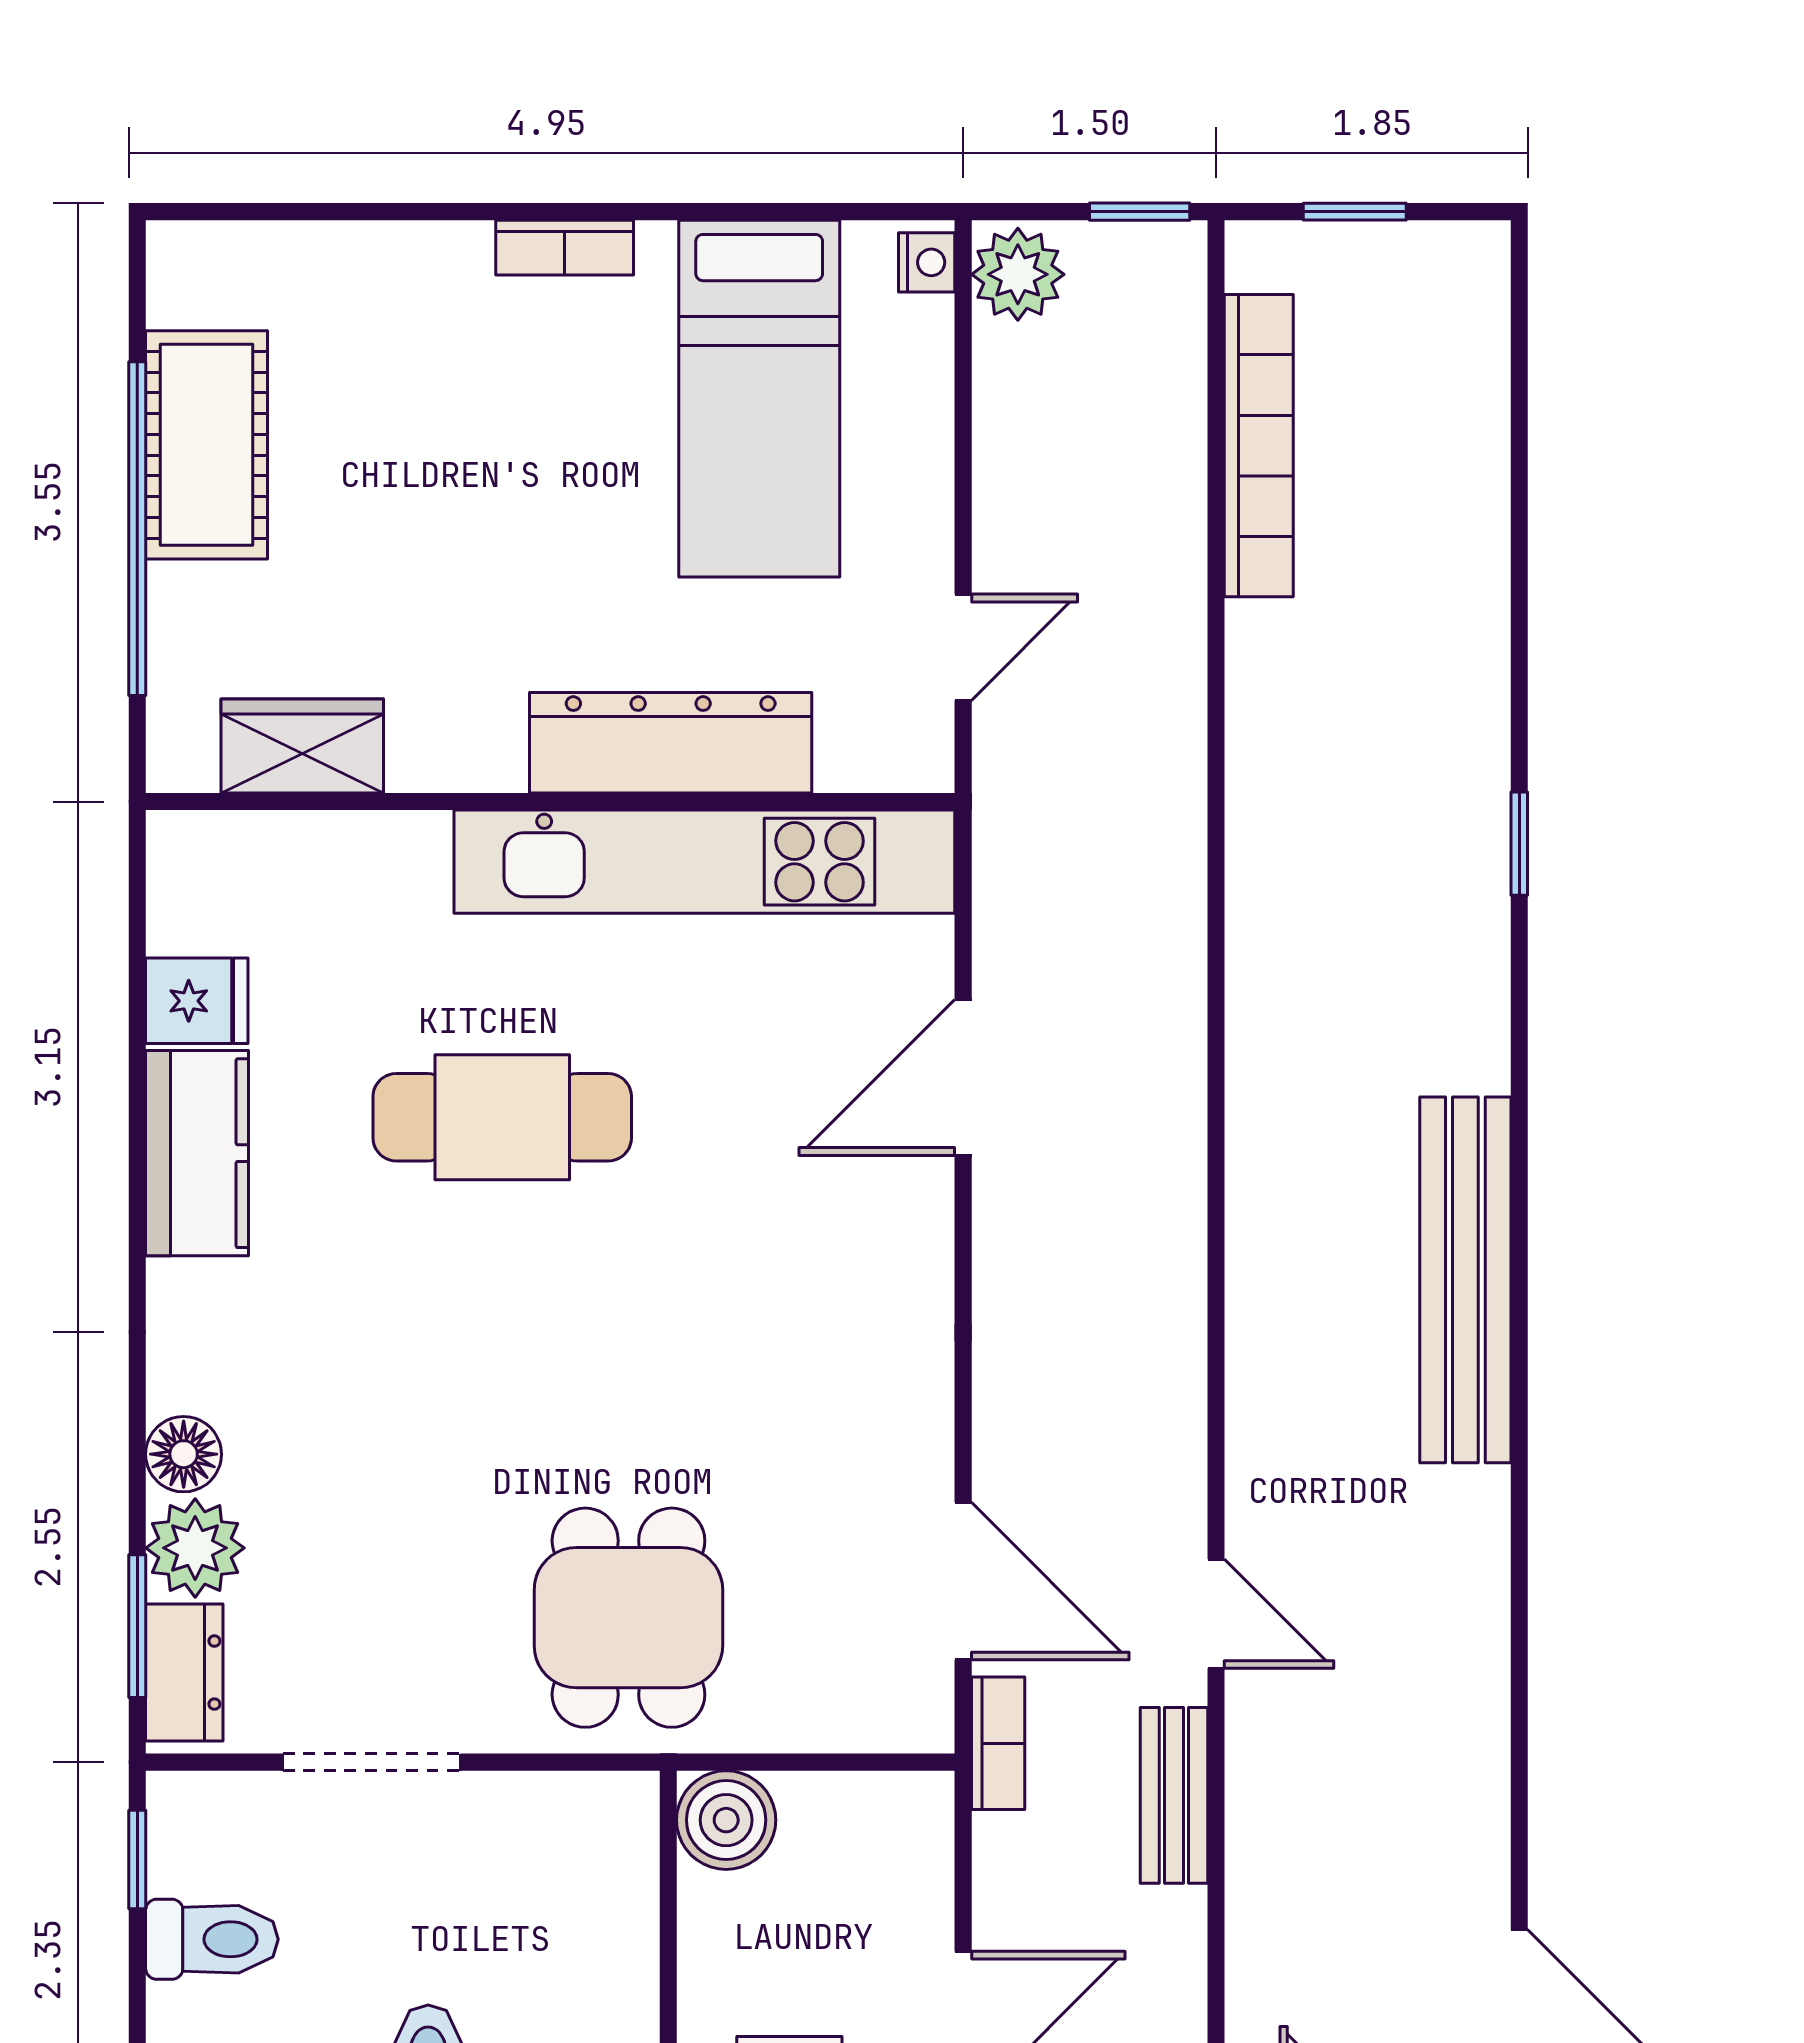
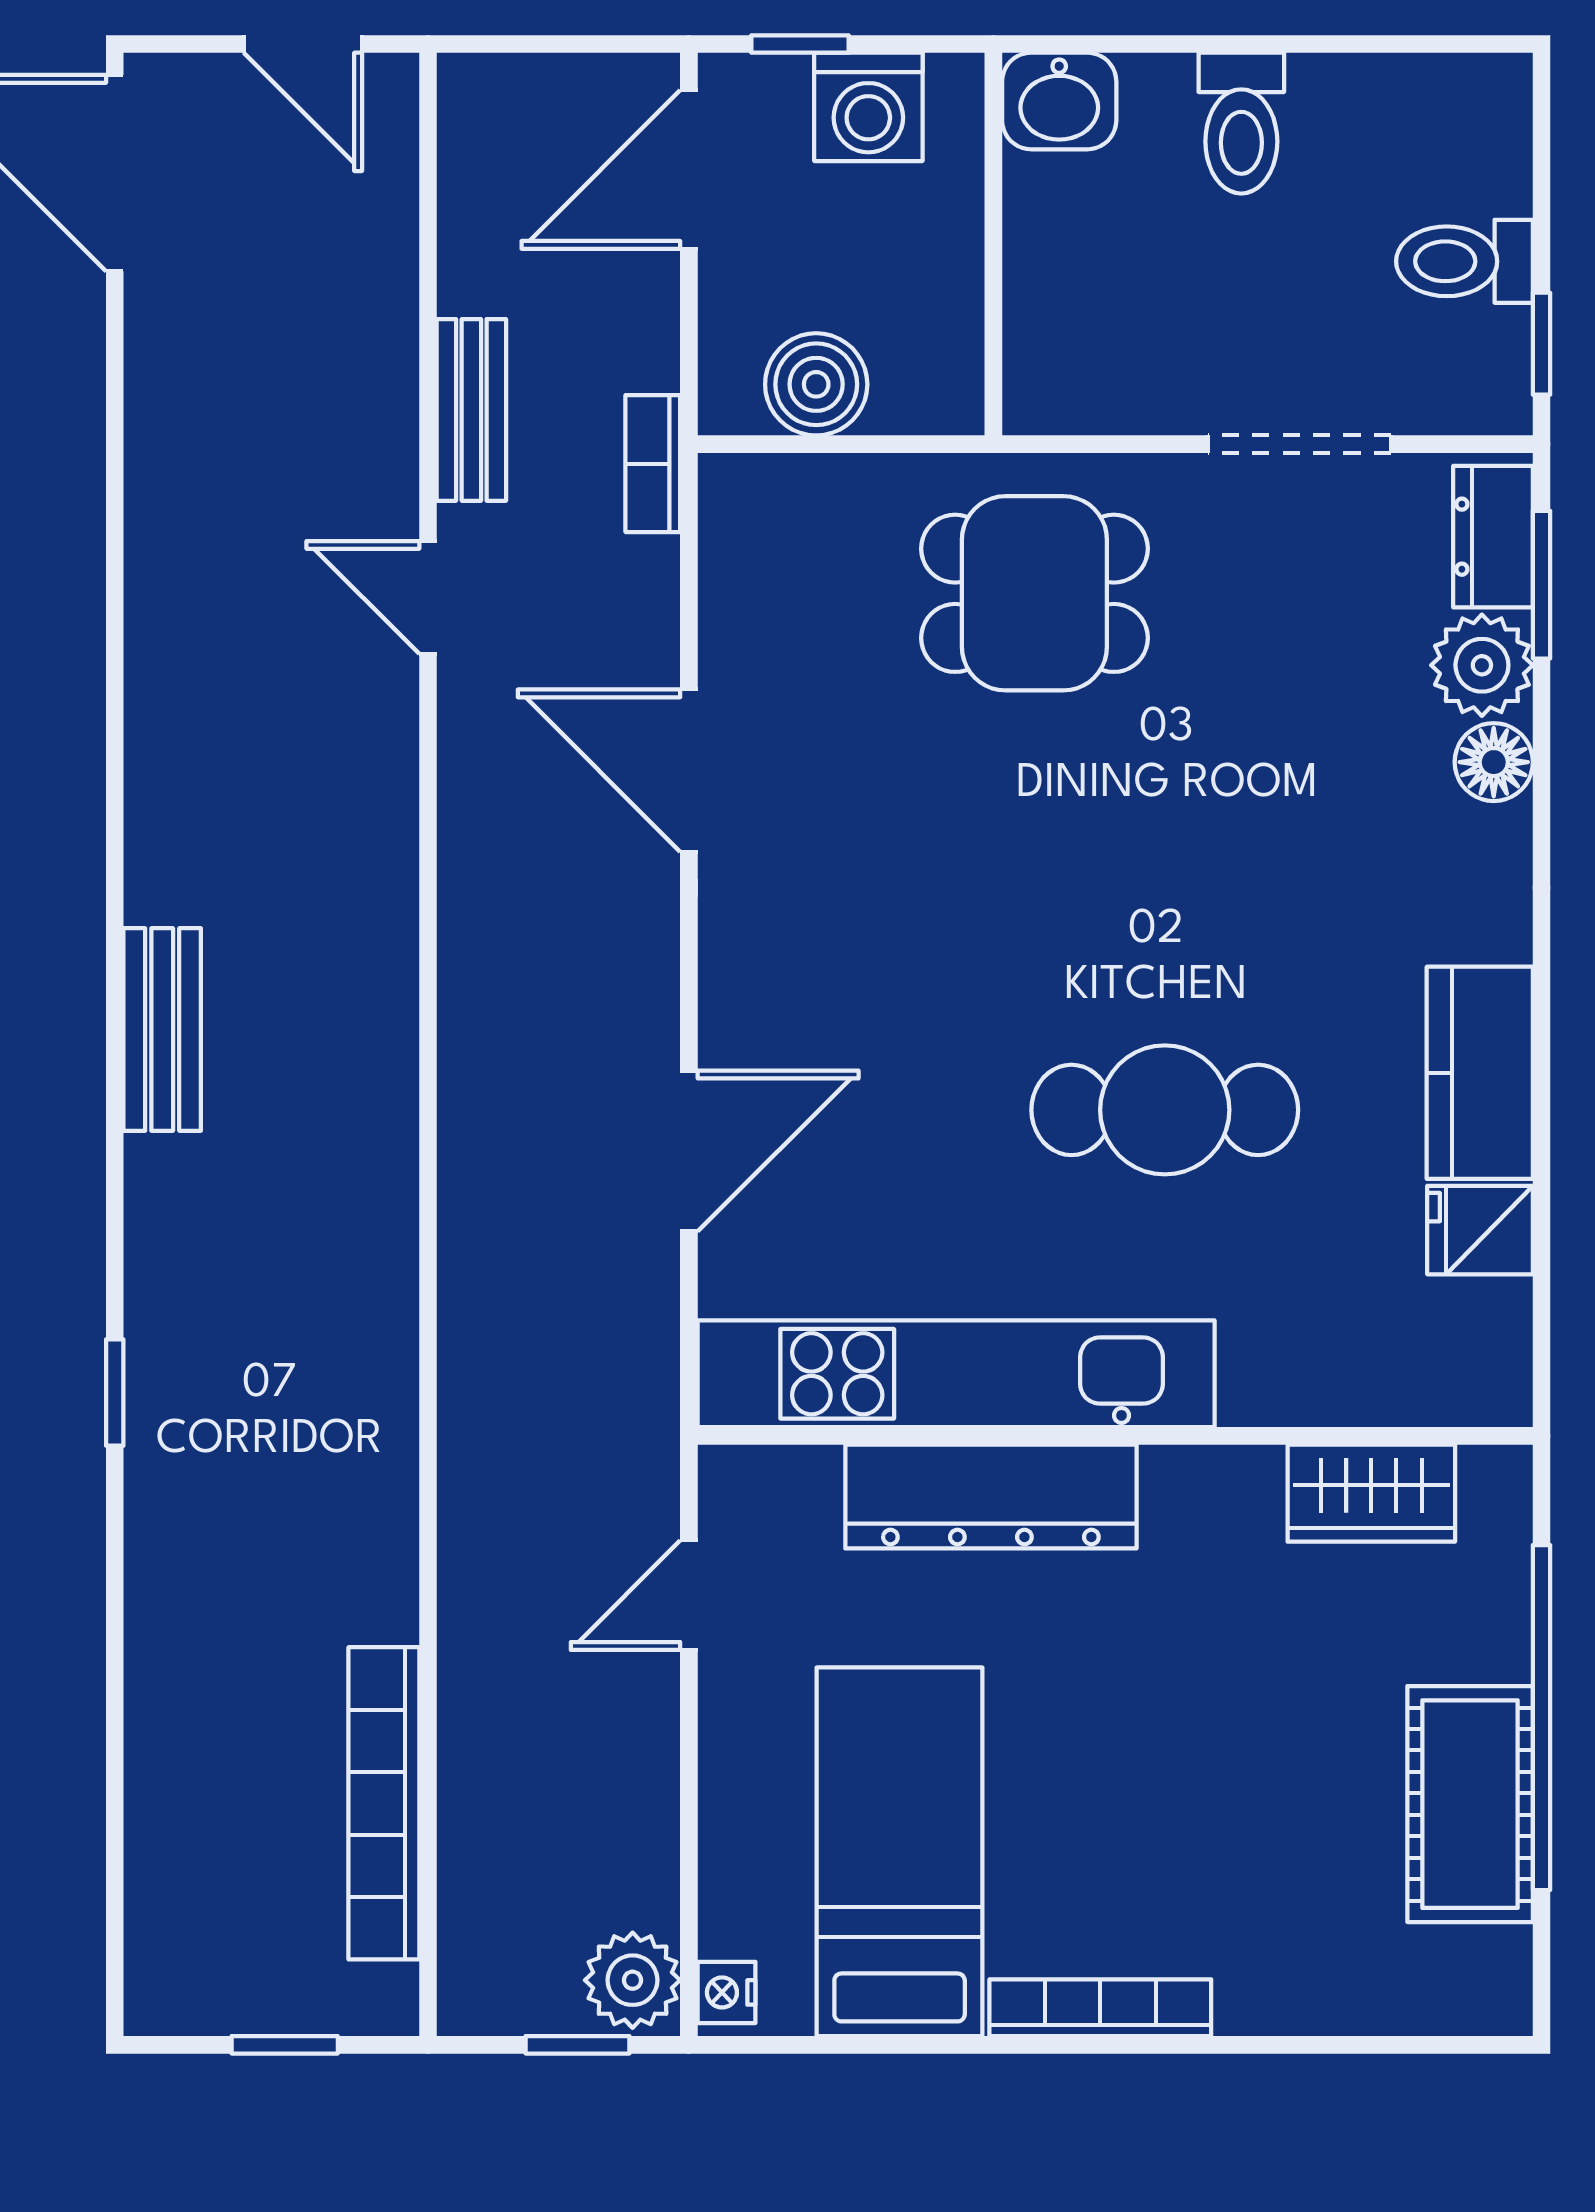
window: (1140, 212) -> (577, 2045), moved
bookcase: (565, 248) -> (1100, 2008), width x1.56
bench: (1465, 1280) -> (162, 1029), width x0.54, depth x0.82
door: (963, 1581) -> (689, 771), moved
dining table: (628, 1618) -> (1034, 593), turned 90
boiler: (726, 1820) -> (816, 384), moved

